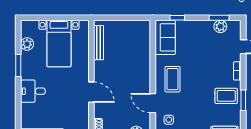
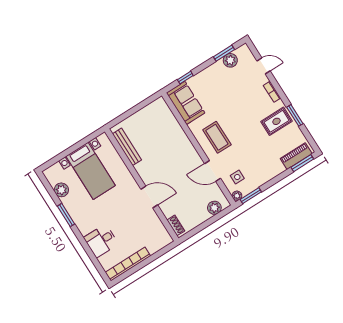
desk: (33, 91) -> (101, 241), moved

